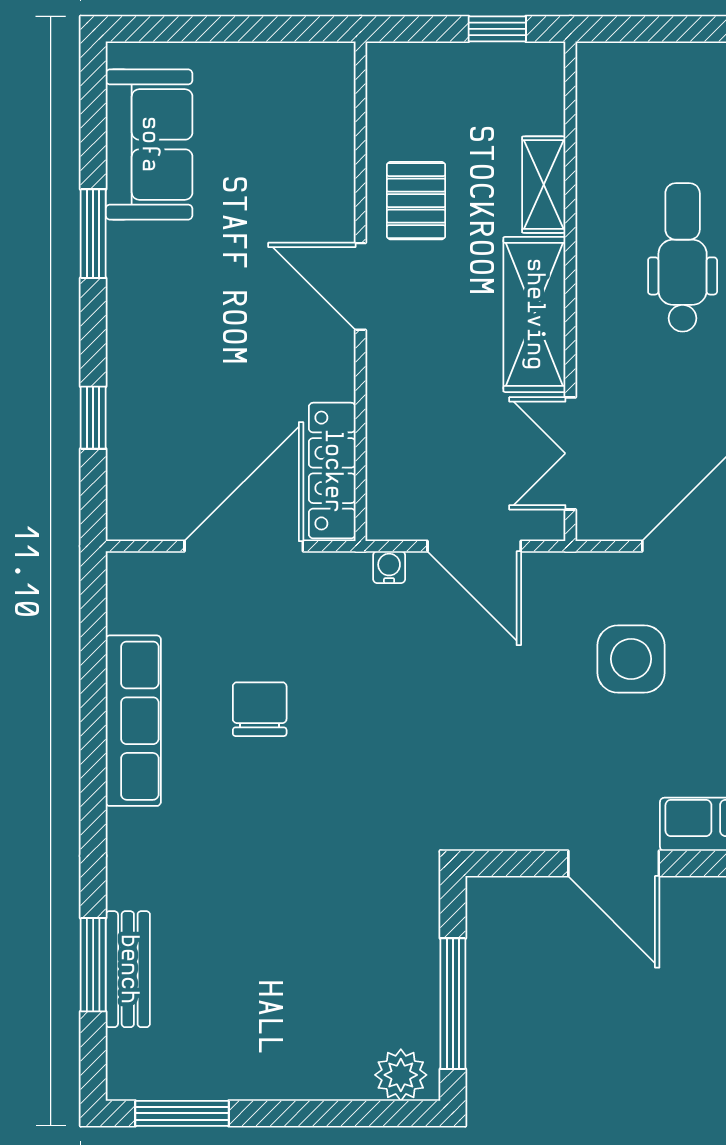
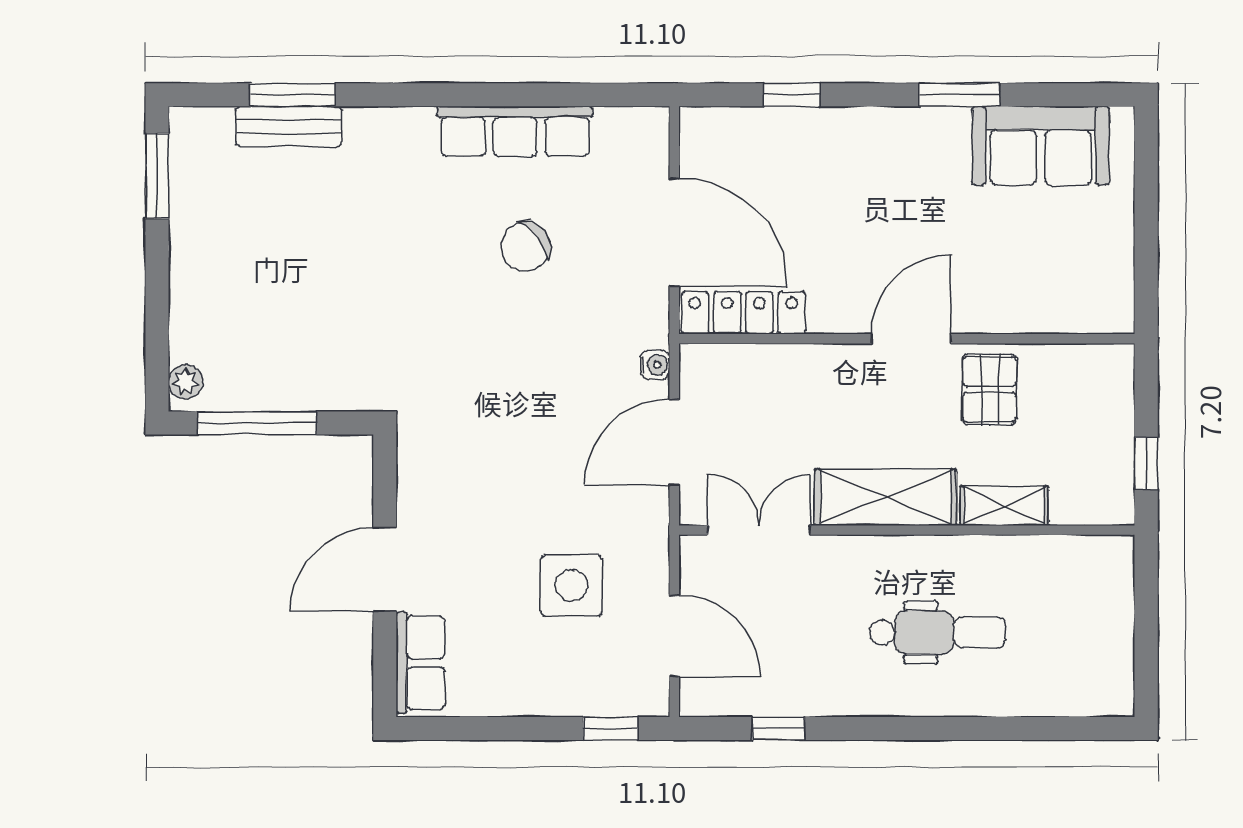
pallet: (416, 201) -> (989, 389), turned 90
chair: (260, 709) -> (526, 247), turned 141
plant: (401, 1075) -> (185, 382), width x0.73, depth x0.73

